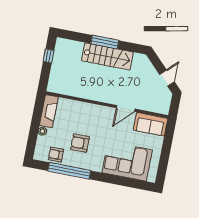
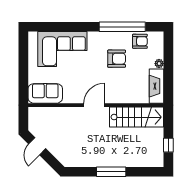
stairs: (107, 56) -> (137, 117), moved, turned 180
door: (126, 108) -> (94, 105), moved

